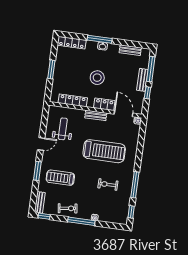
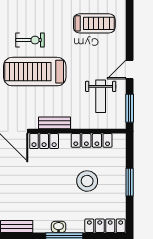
stool: (97, 78) -> (87, 181), moved
window: (37, 171) -> (130, 108), moved
exercise bike: (108, 184) -> (30, 40), moved

